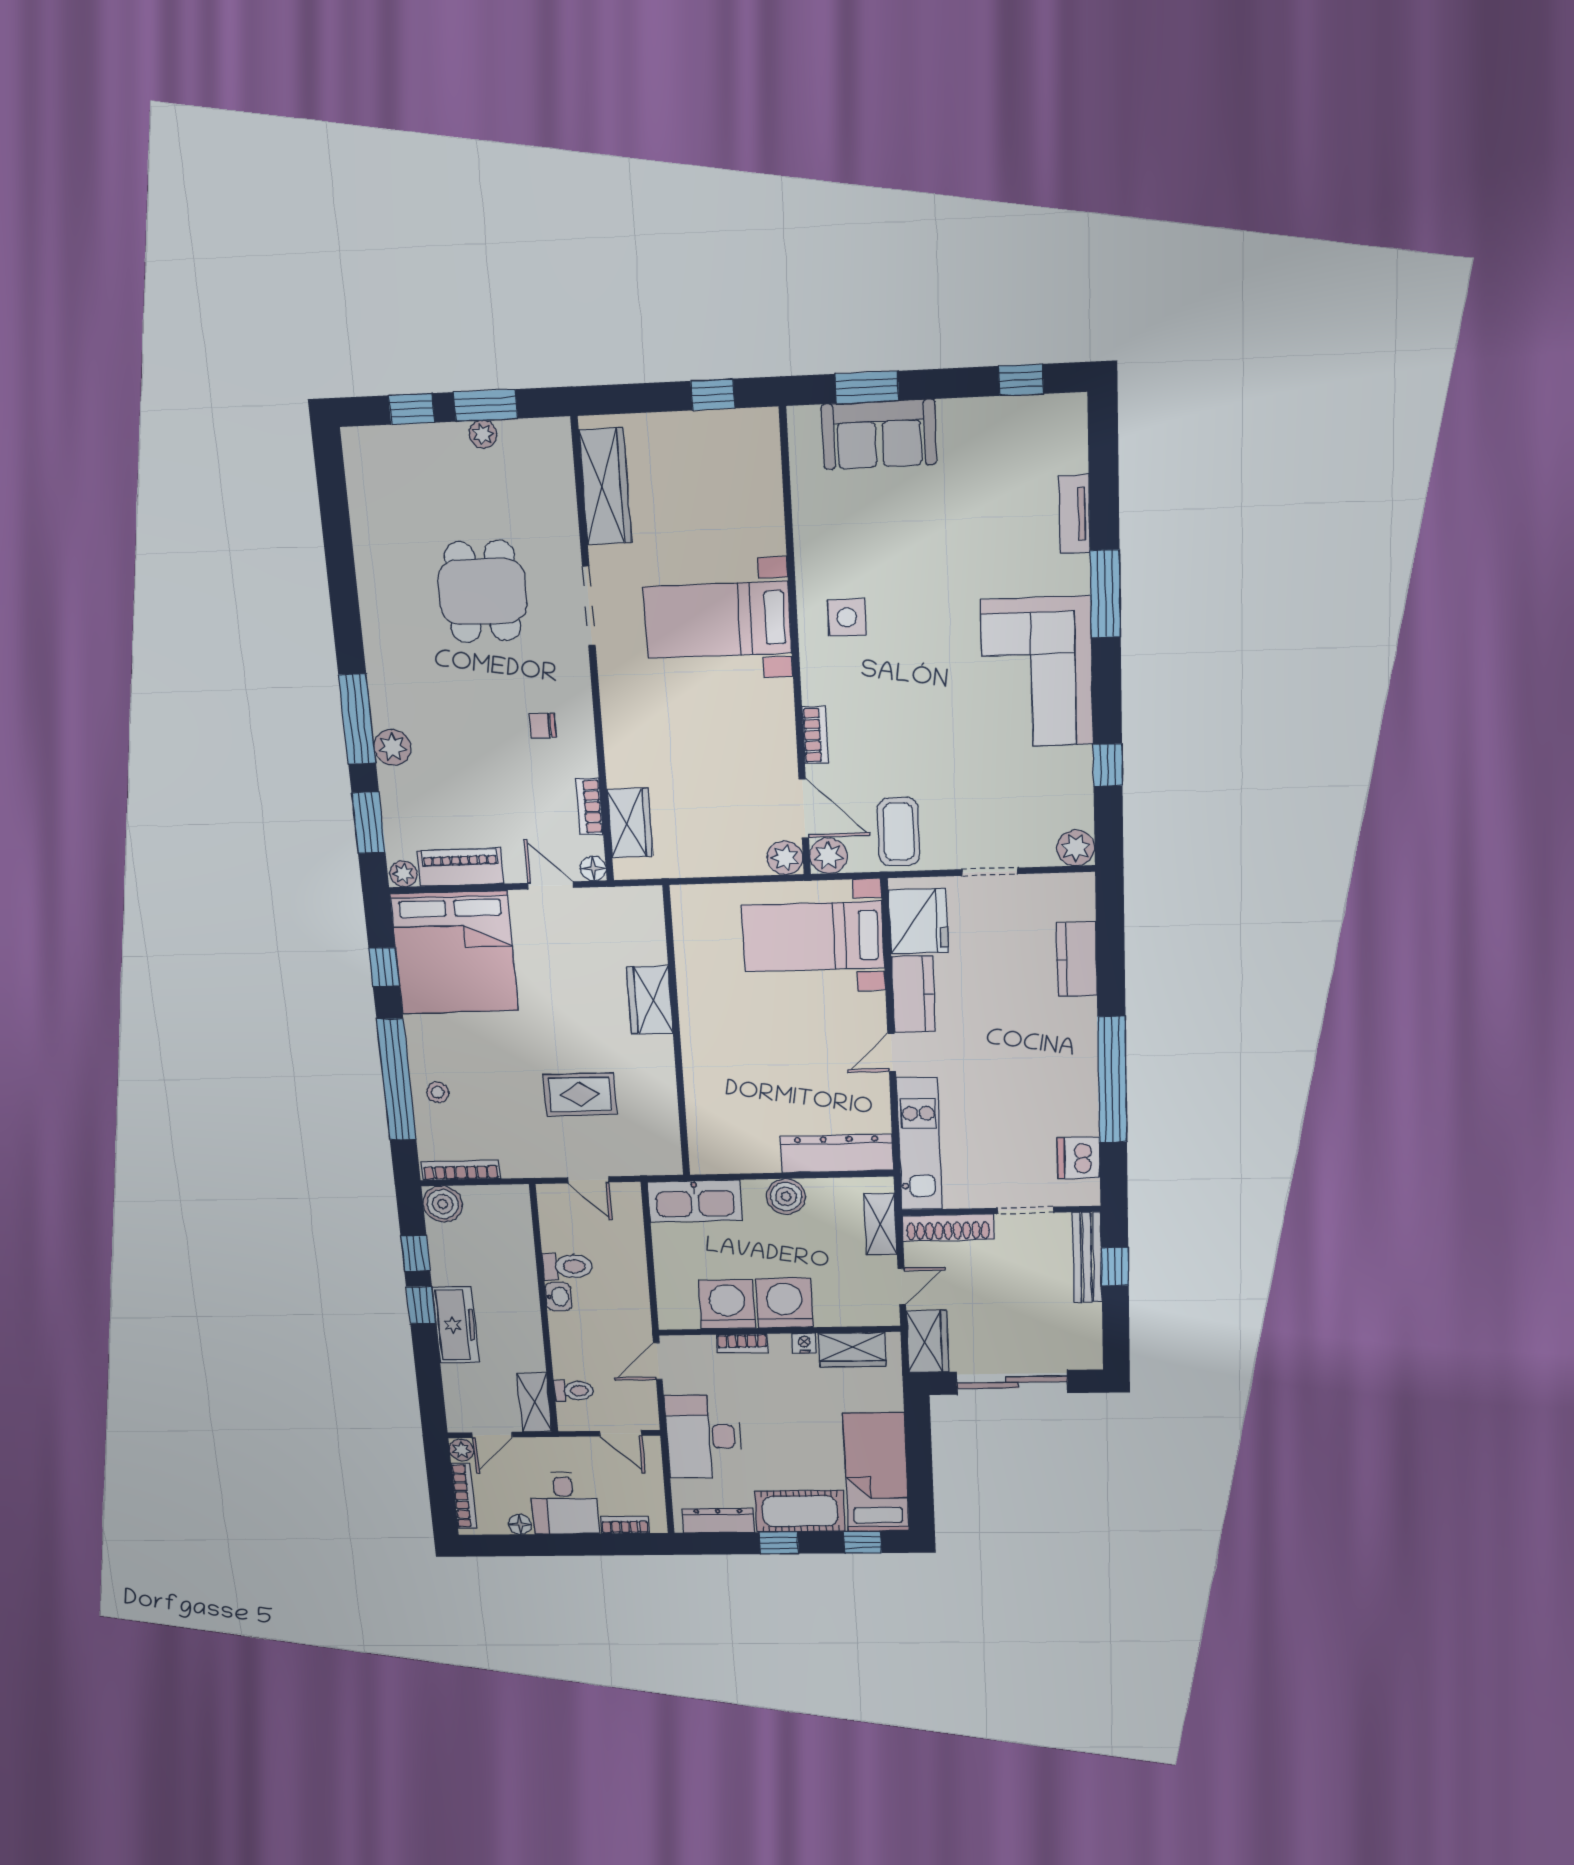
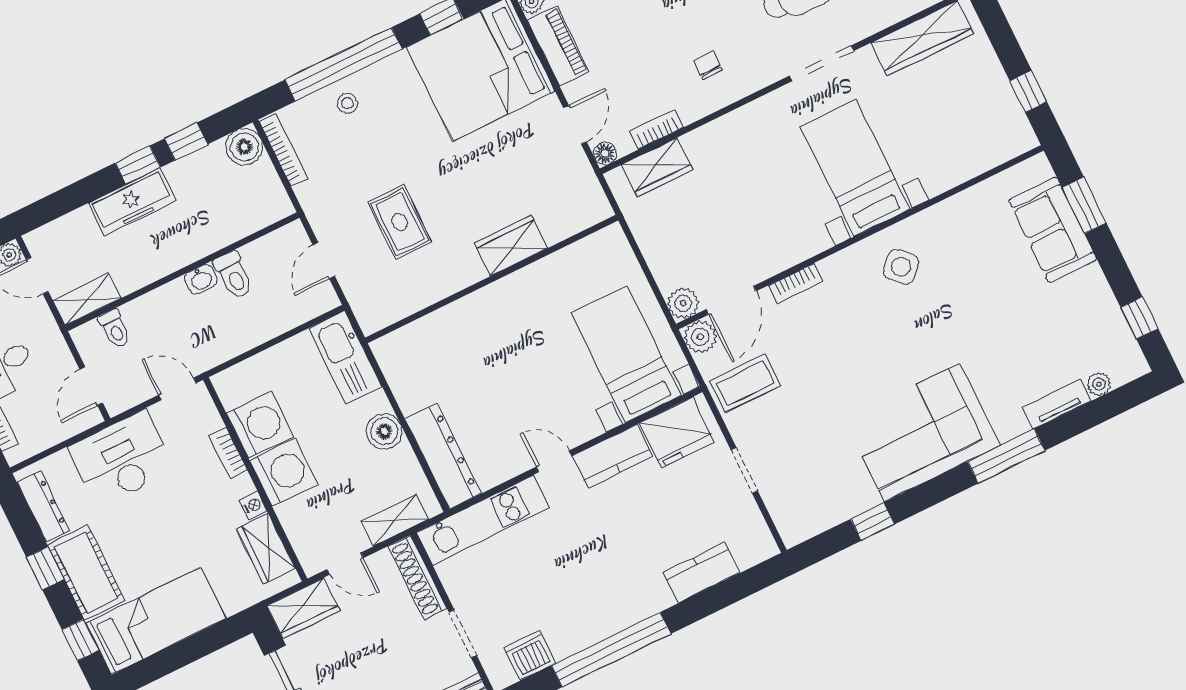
side table: (847, 617) -> (901, 267), turned 45
plant: (1076, 848) -> (1099, 384), moved, width x0.73, depth x0.73

